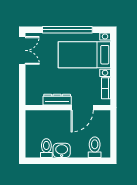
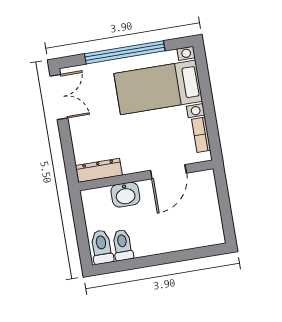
dresser: (57, 100) -> (99, 170), moved
toilet: (95, 147) -> (102, 247), moved
washbasin: (62, 150) -> (125, 195), moved, turned 180

